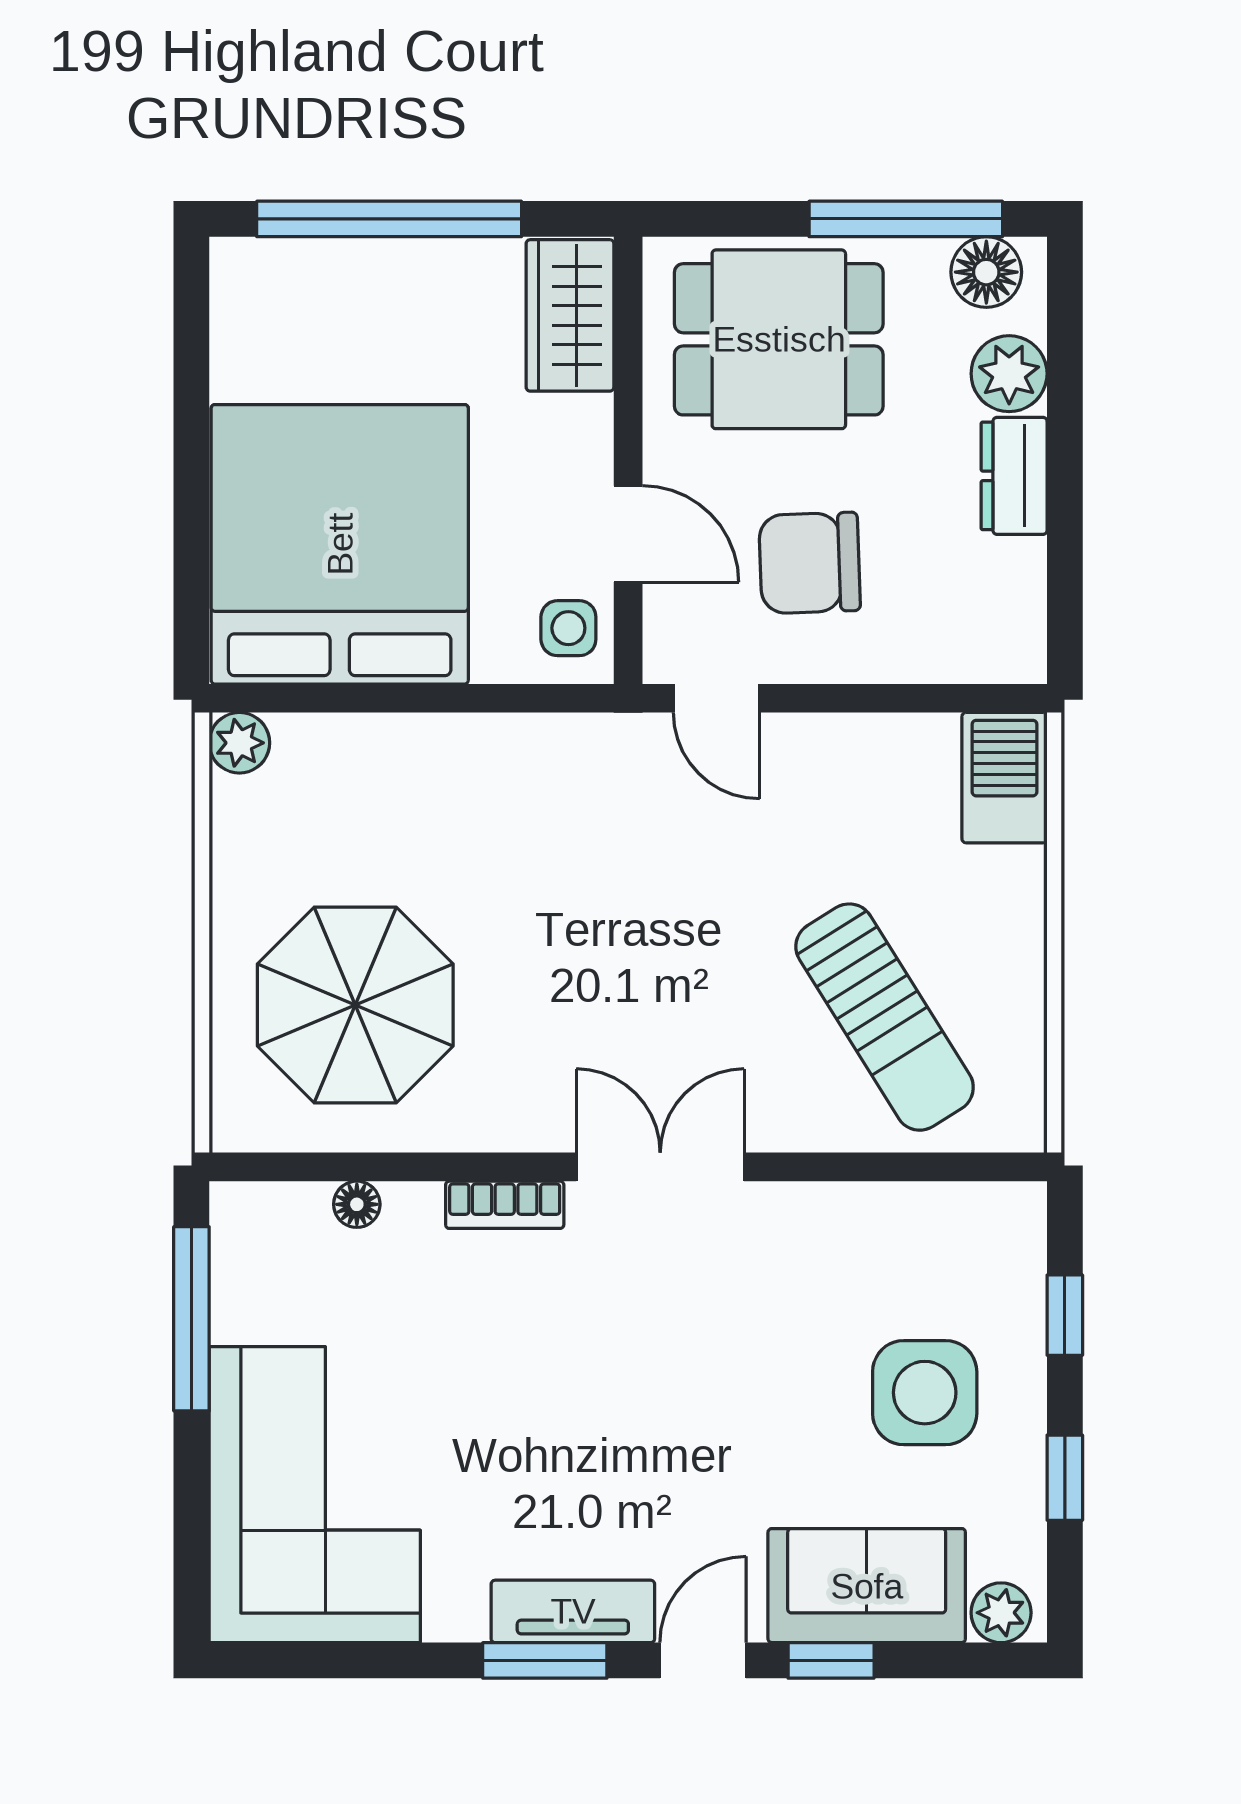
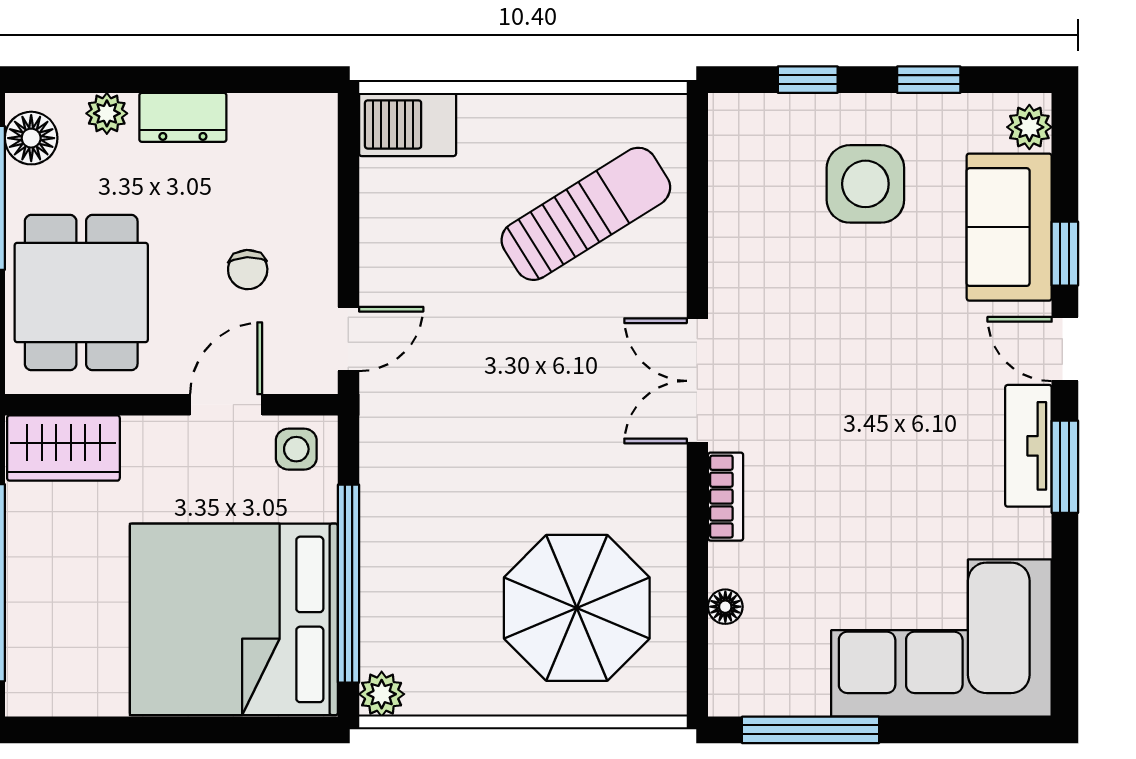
plant: (1009, 374) -> (107, 113), width x0.73, depth x0.73
chair: (810, 563) -> (248, 270), width x0.54, depth x0.54
window: (388, 698) -> (348, 584), added

